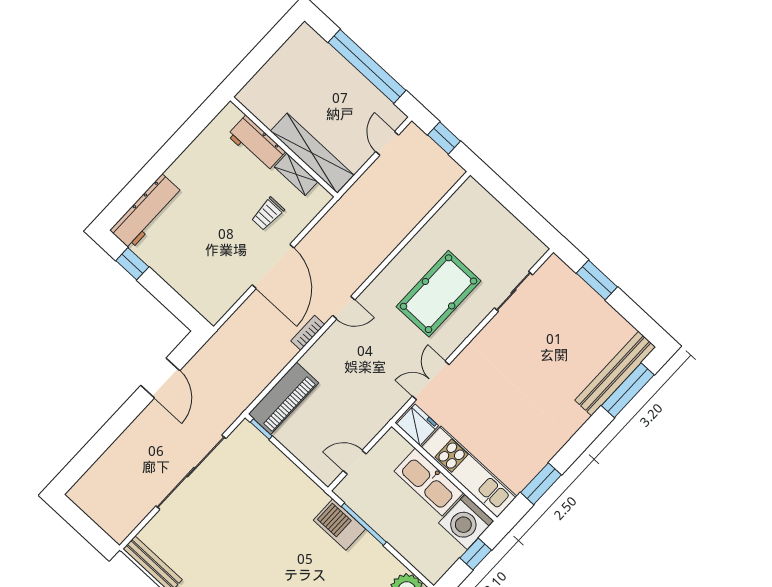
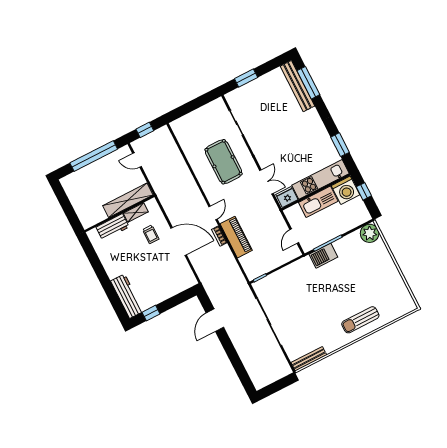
door: (160, 378) -> (215, 320), swing flipped
double door: (431, 380) -> (267, 182), swing flipped
piano: (283, 398) -> (236, 237), moved

